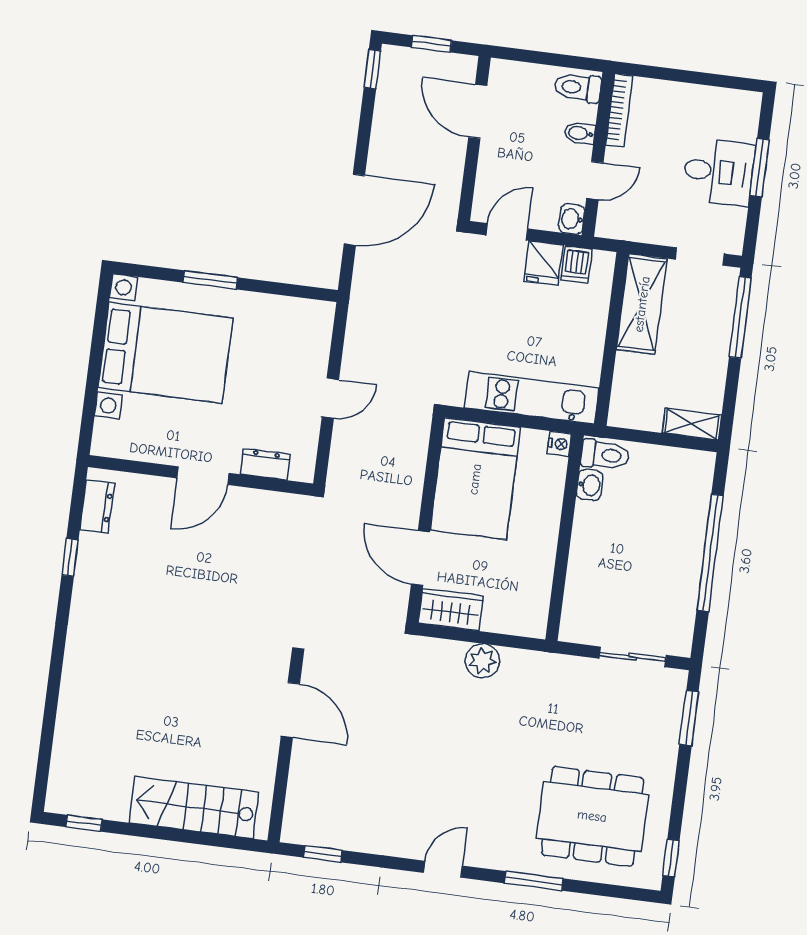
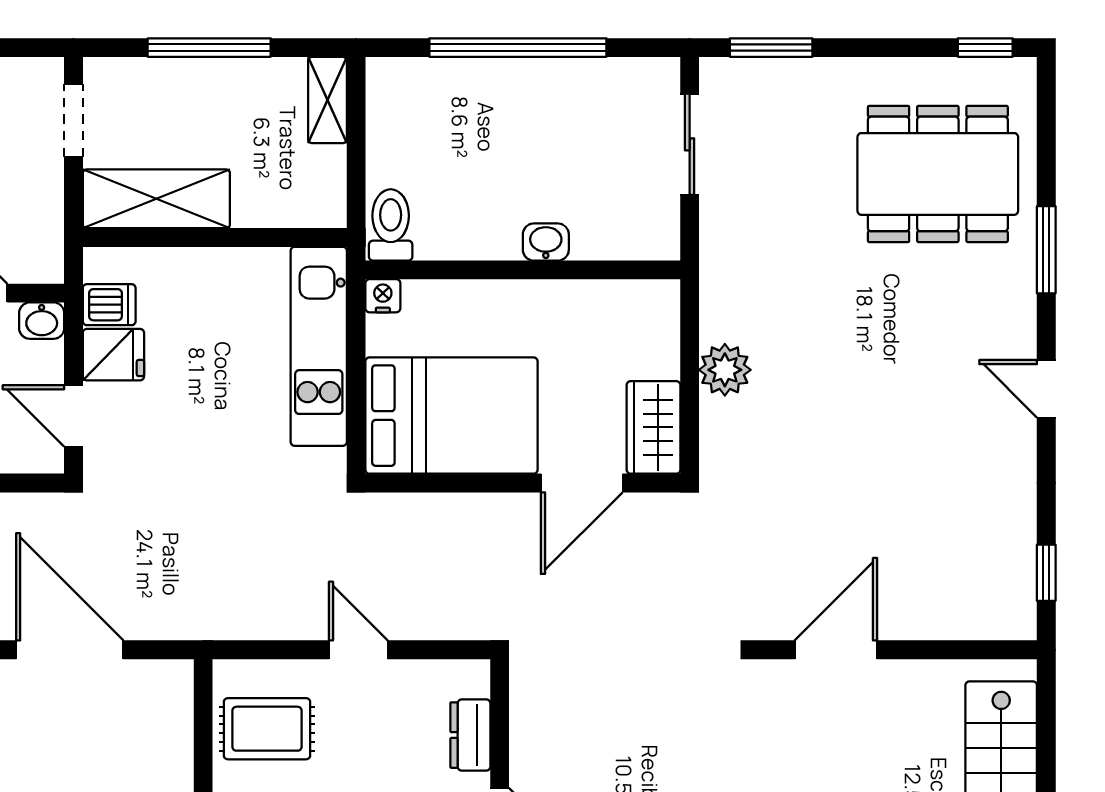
window: (740, 317) -> (209, 48), moved
rug: (286, 332) -> (267, 729), added
washbasin: (590, 485) -> (546, 242), moved
dining table: (592, 816) -> (938, 174), turned 90

